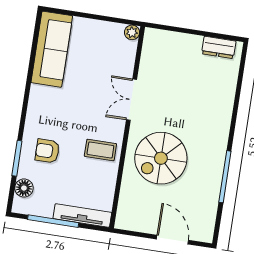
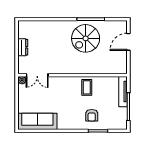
dresser: (219, 47) -> (23, 47), moved
double door: (131, 100) -> (37, 75), moved
spiral stairs: (161, 158) -> (86, 38), moved, turned 90
floor lamp: (24, 188) -> (113, 125), removed

